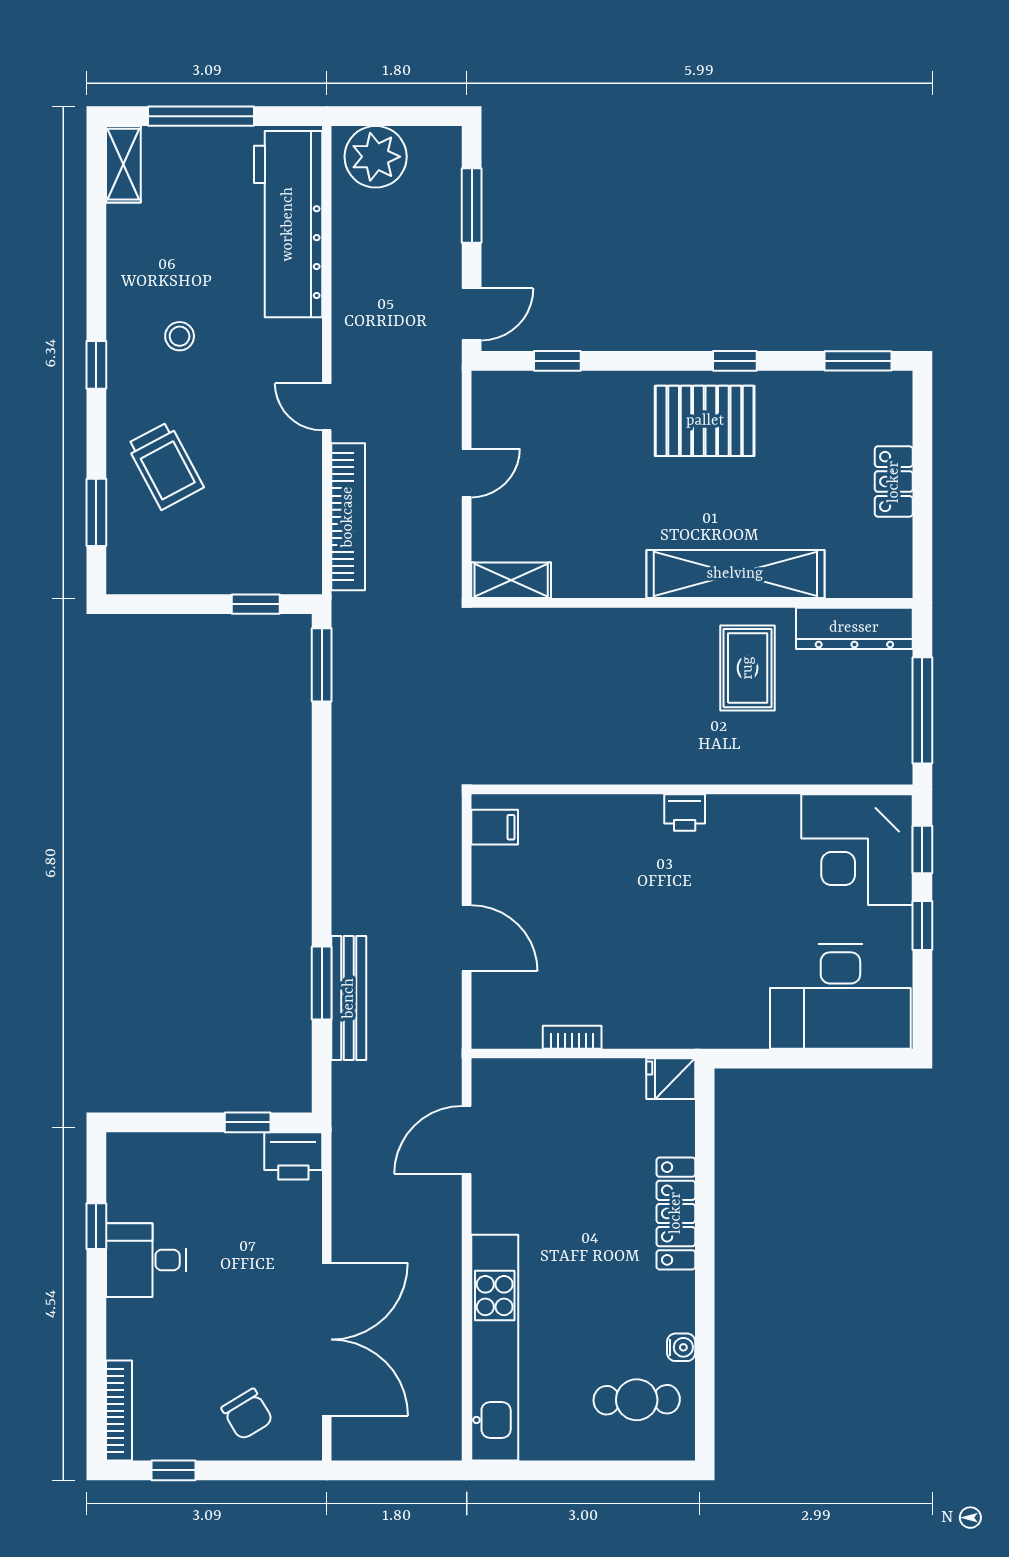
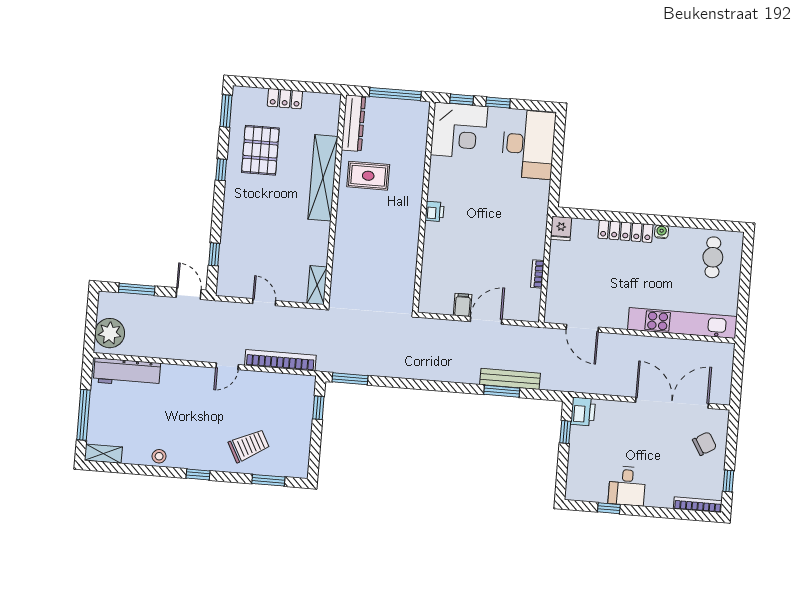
workbench: (288, 224) -> (127, 373), width x0.73, depth x0.76
stool: (180, 336) -> (159, 456), moved
pallet: (705, 421) -> (260, 150), moved
filing cabinet: (495, 827) -> (463, 305), moved
water cooler: (681, 1347) -> (662, 232), moved

